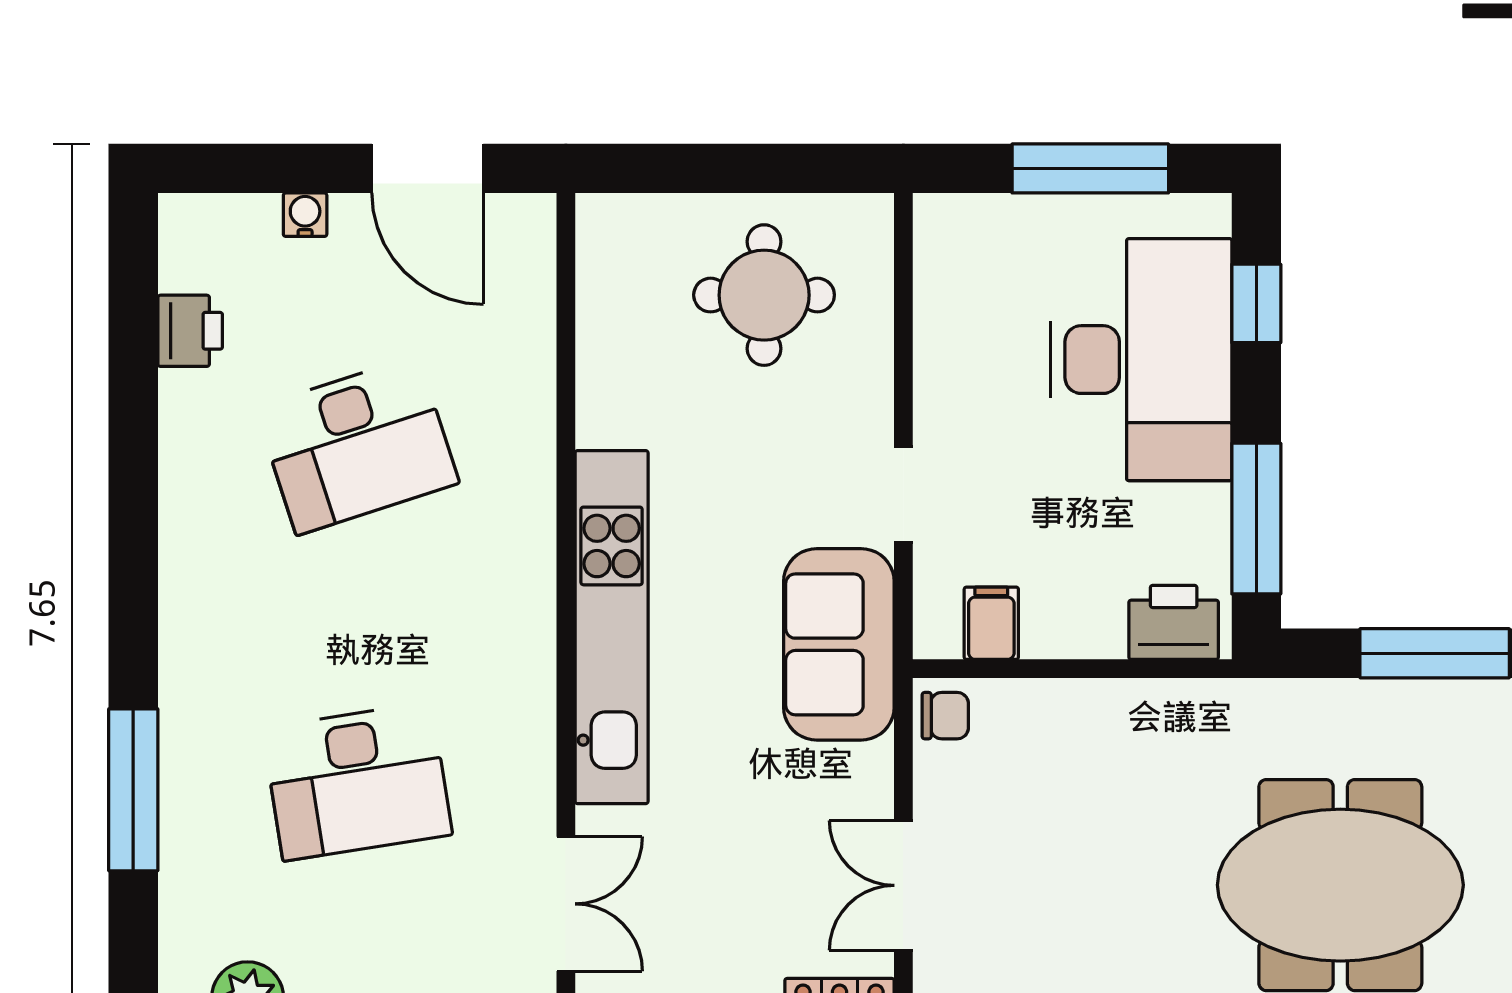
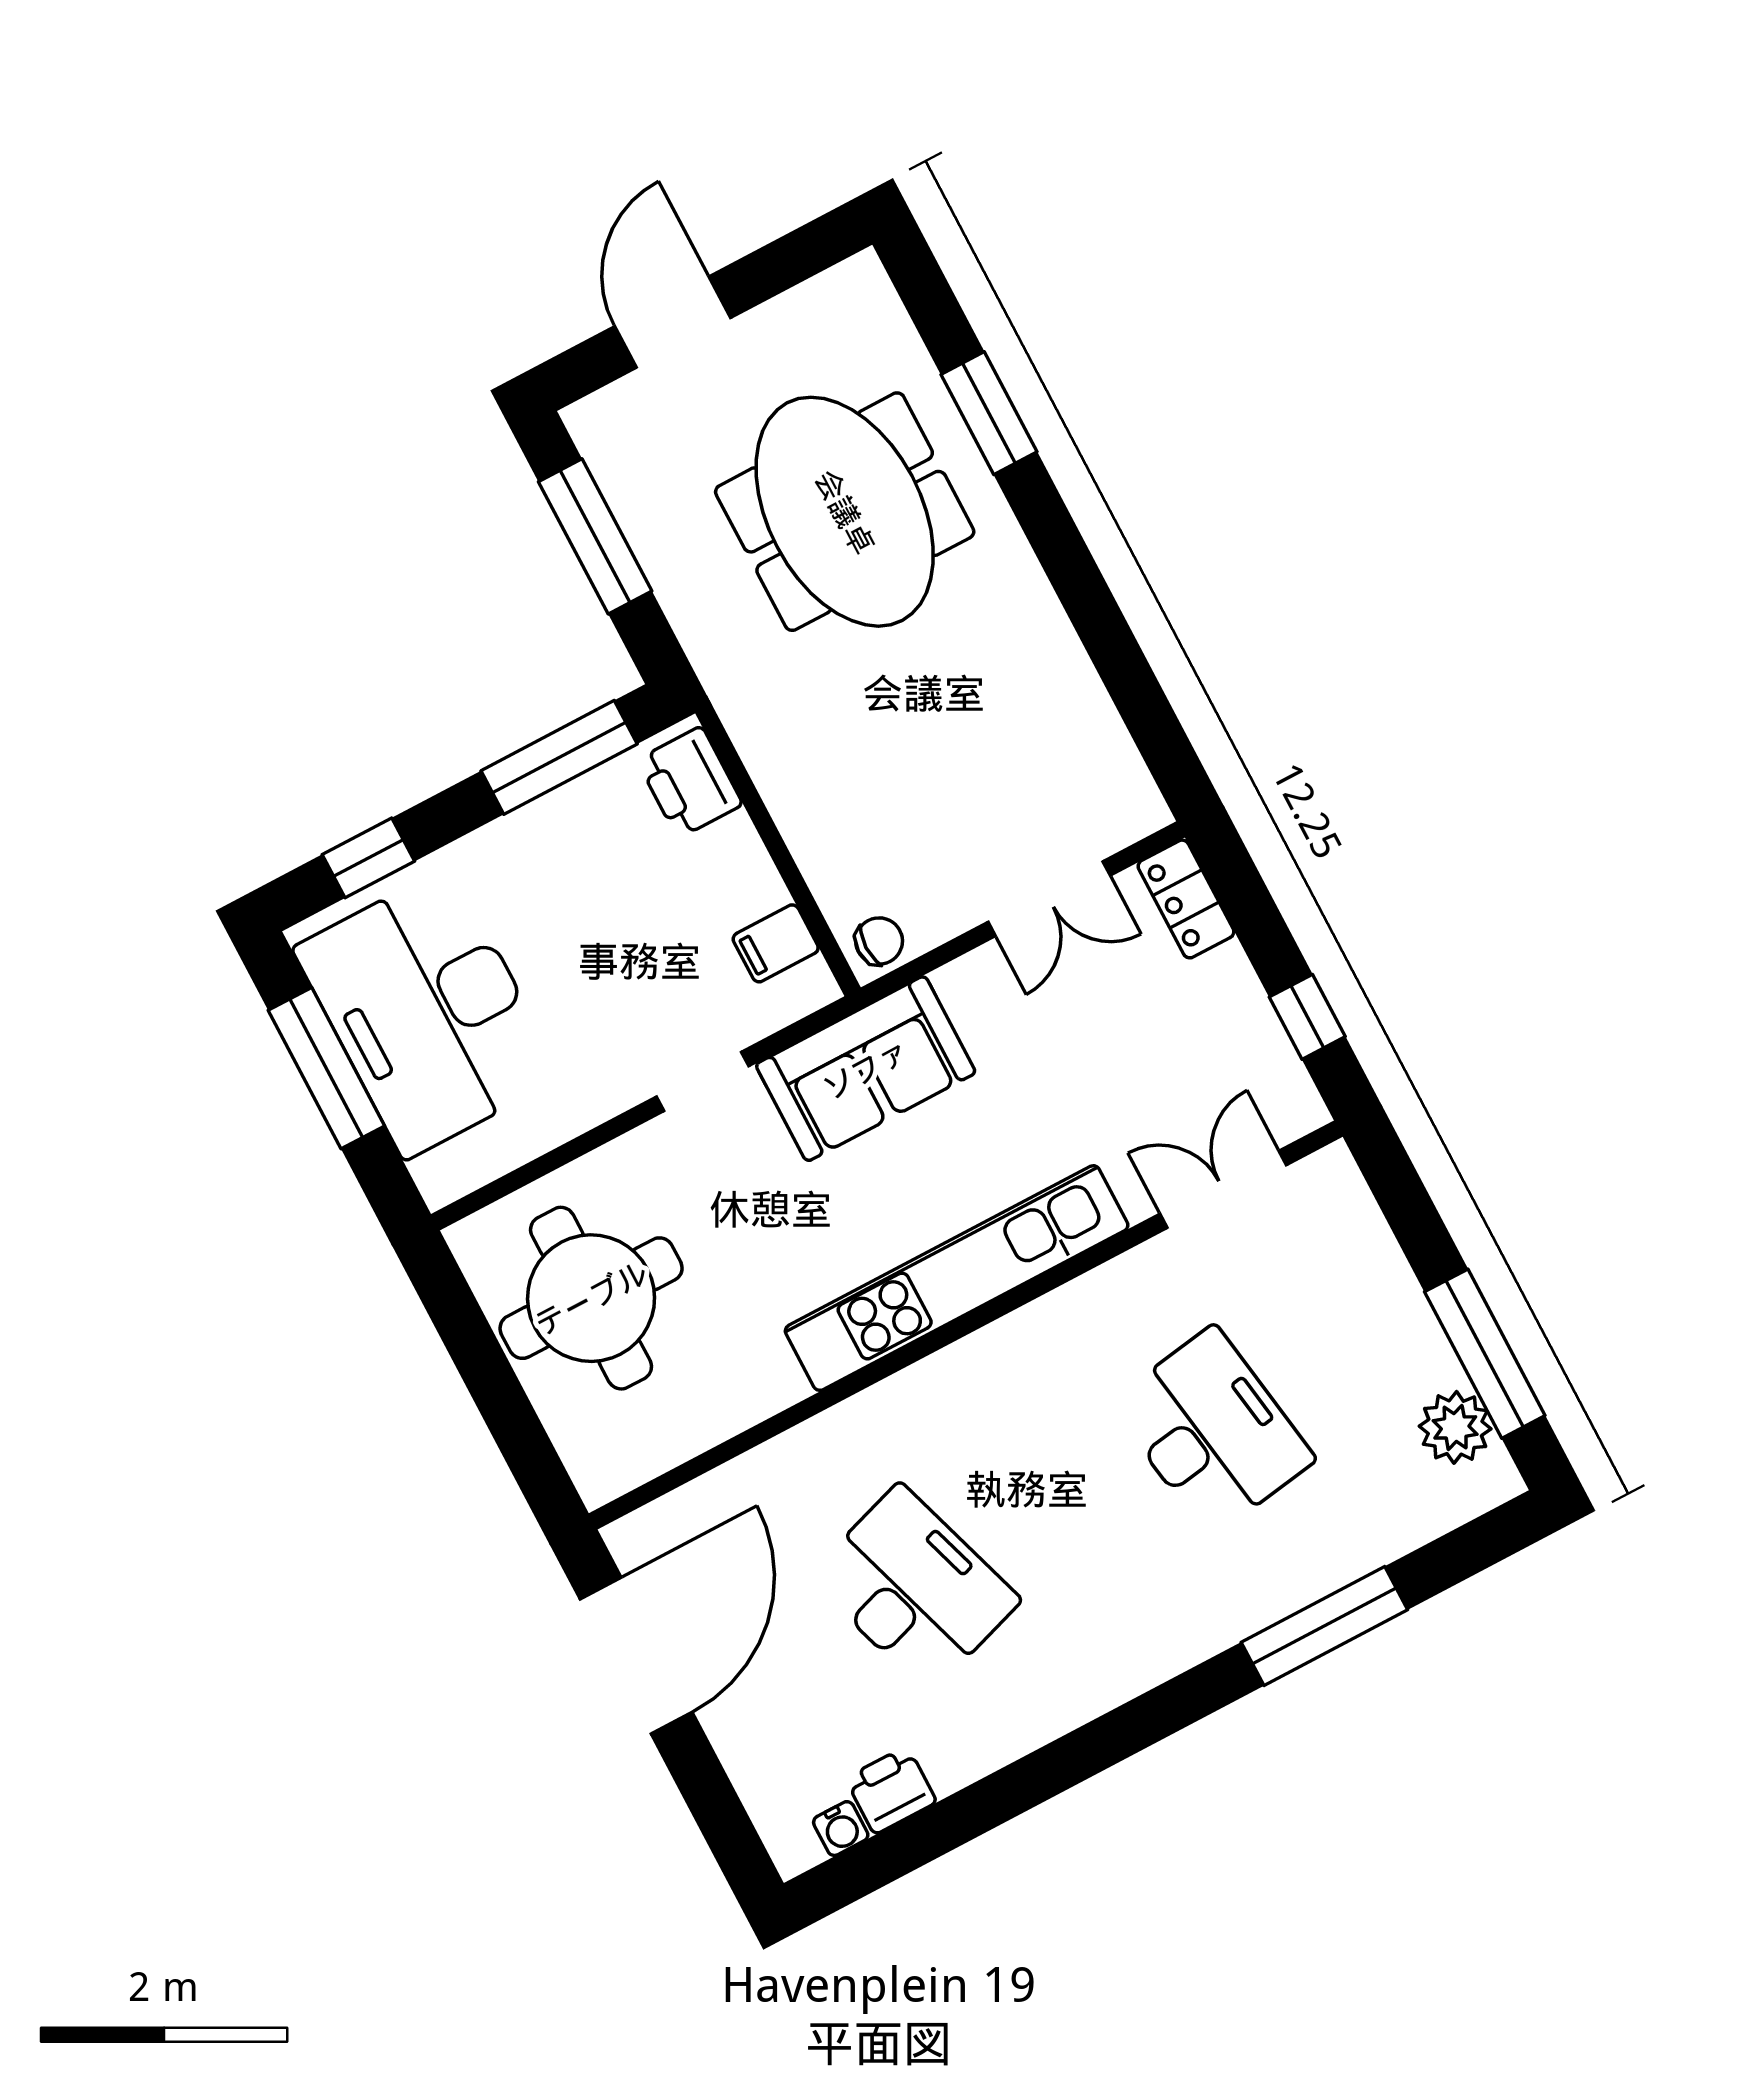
door: (428, 168) -> (636, 1656), width x1.36
water cooler: (305, 215) -> (841, 1829), moved, turned -90
round table: (764, 295) -> (591, 1298), width x1.36, depth x1.36
desk: (1141, 360) -> (428, 1013), moved, turned -90
chair: (945, 716) -> (879, 941), turned 90

